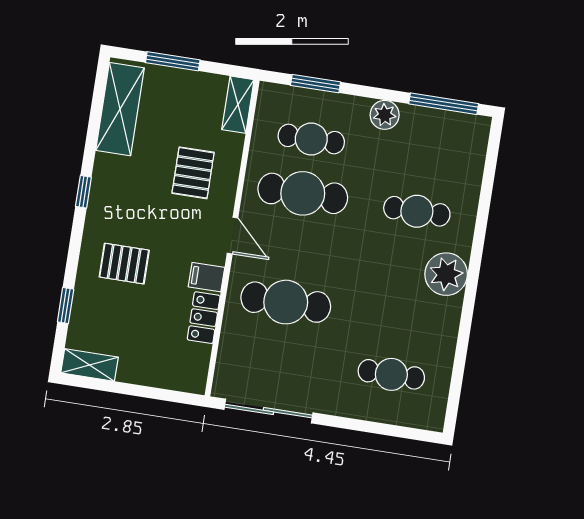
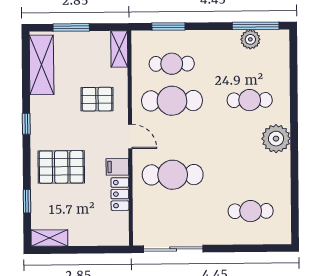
plant: (385, 115) -> (250, 39), moved
pallet: (193, 173) -> (97, 99), turned 90
pallet: (124, 264) -> (61, 167), width x1.50, depth x1.42

